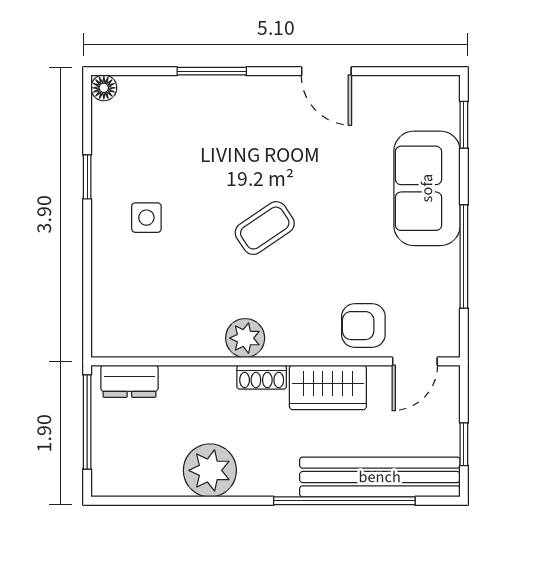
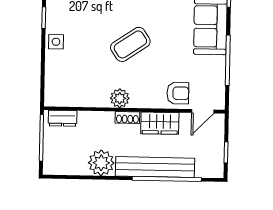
side table: (146, 218) -> (56, 42), moved
coffee table: (265, 228) -> (130, 44), width x1.36, depth x1.30
armchair: (363, 326) -> (178, 93), turned 180
bench: (380, 477) -> (155, 167), moved

